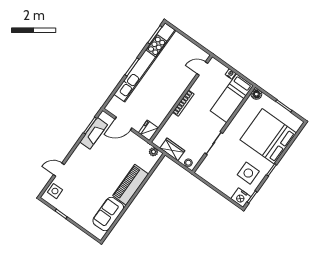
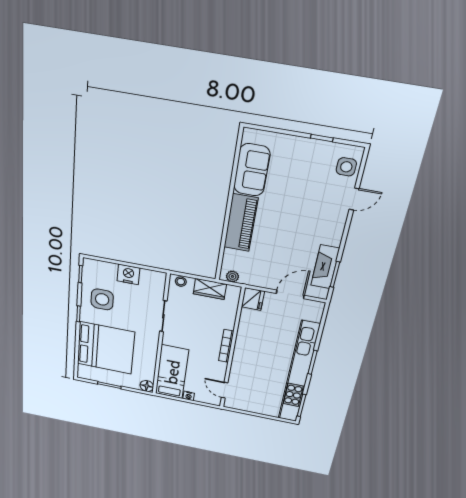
door: (202, 69) -> (225, 390), swing flipped
nightstand: (241, 198) -> (128, 274), moved

